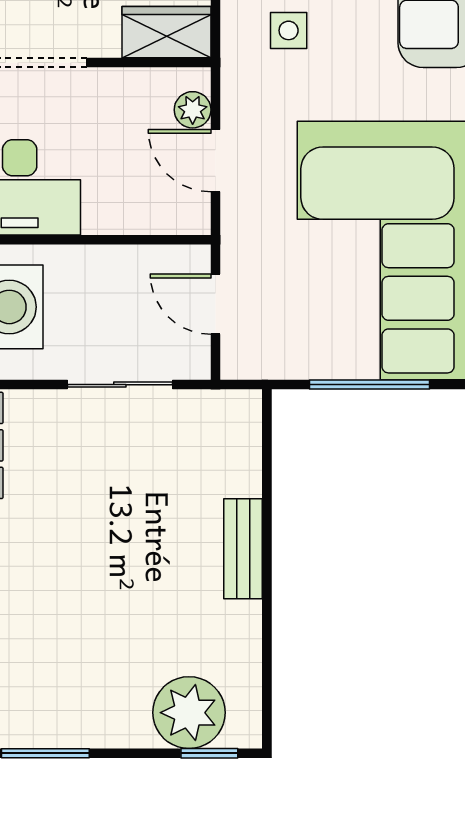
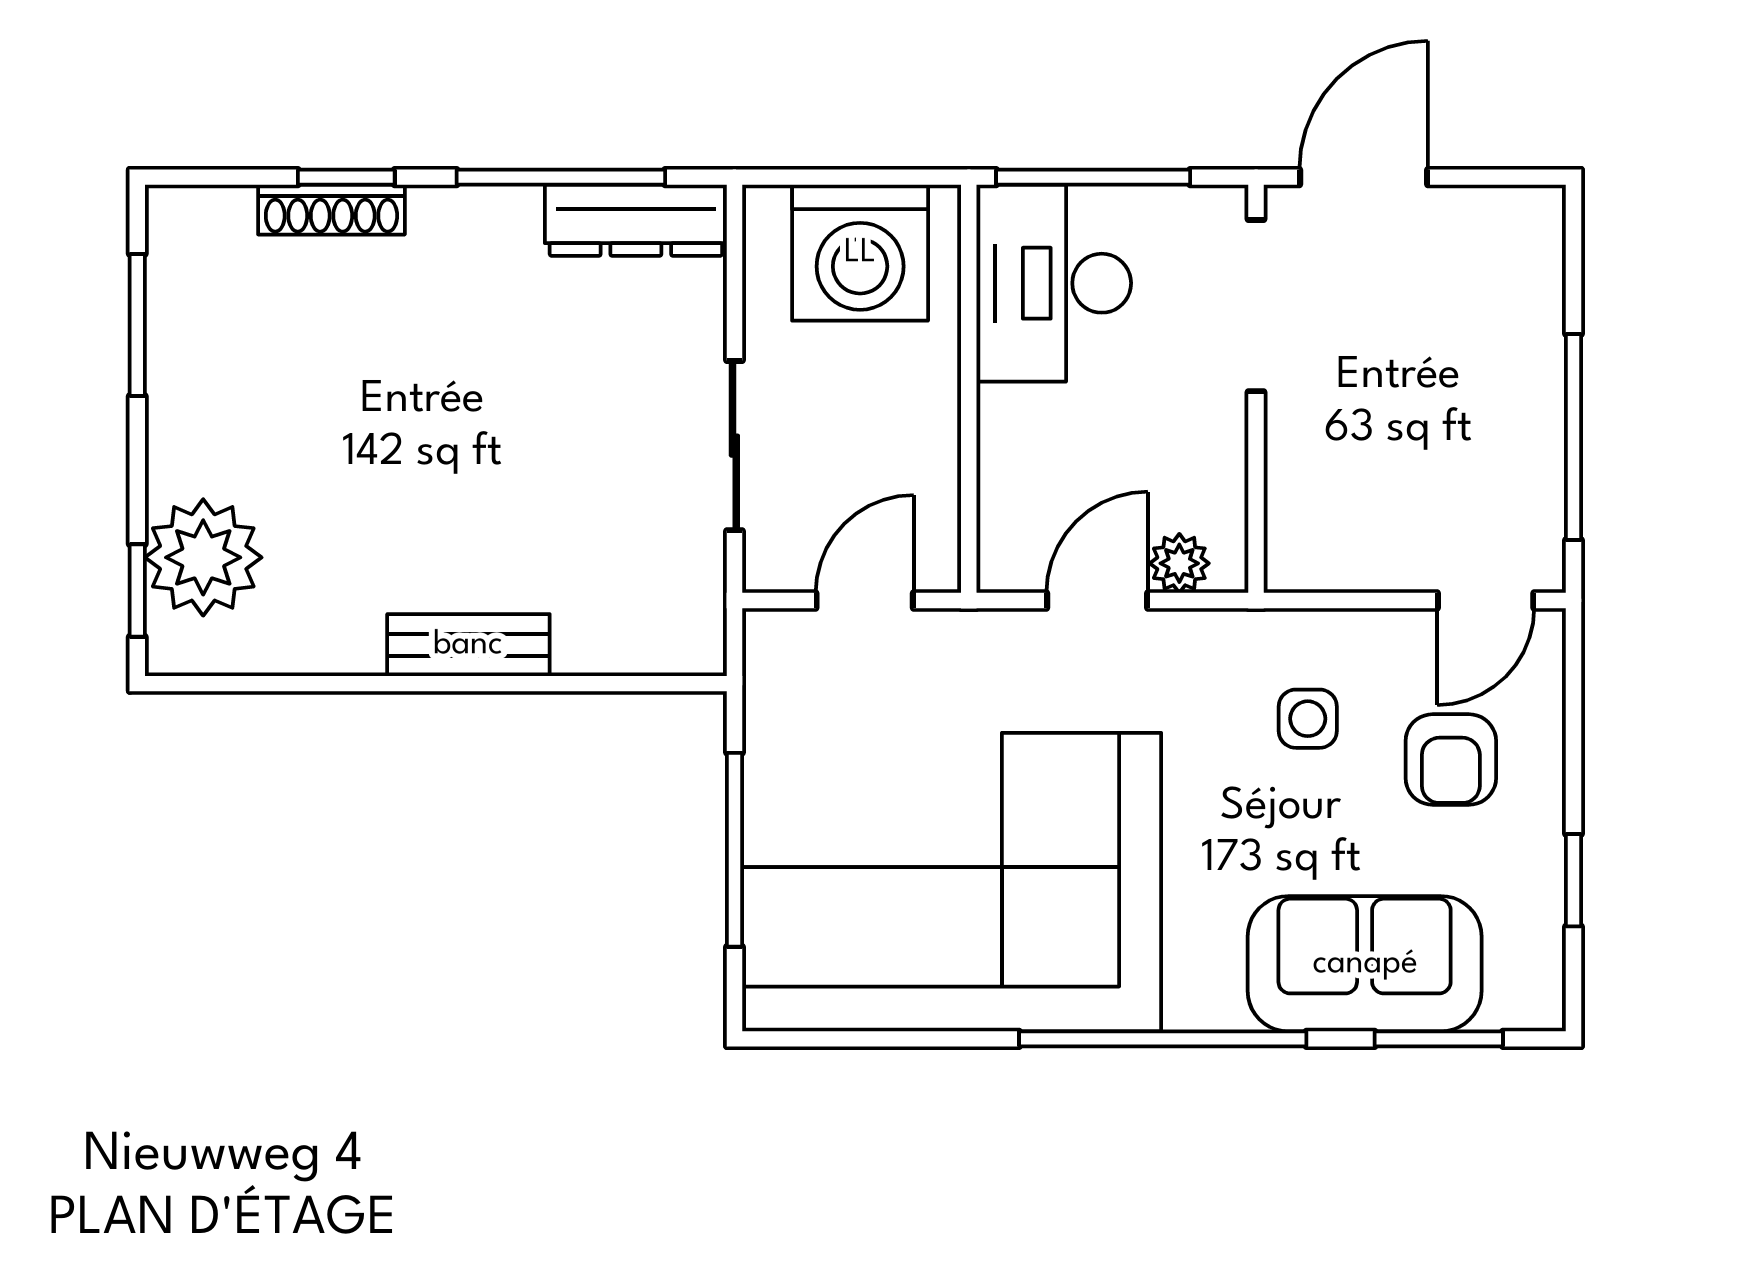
wardrobe: (167, 32) -> (1305, 521), removed

